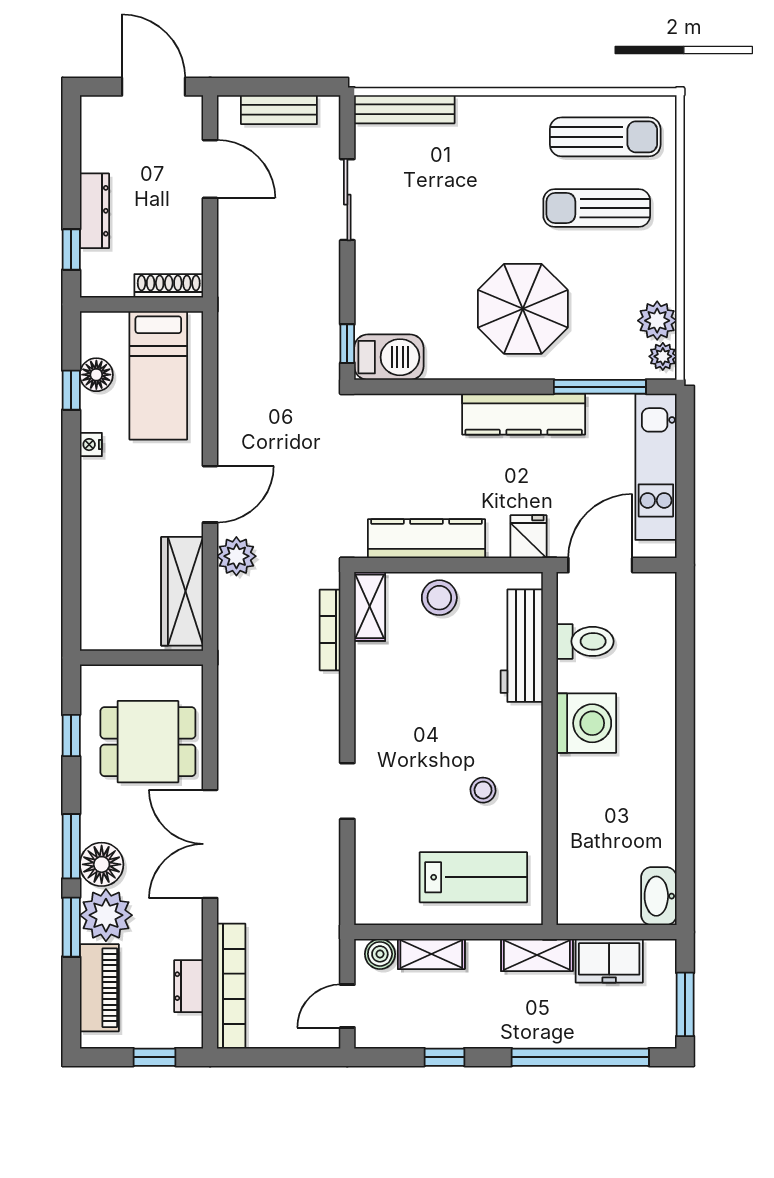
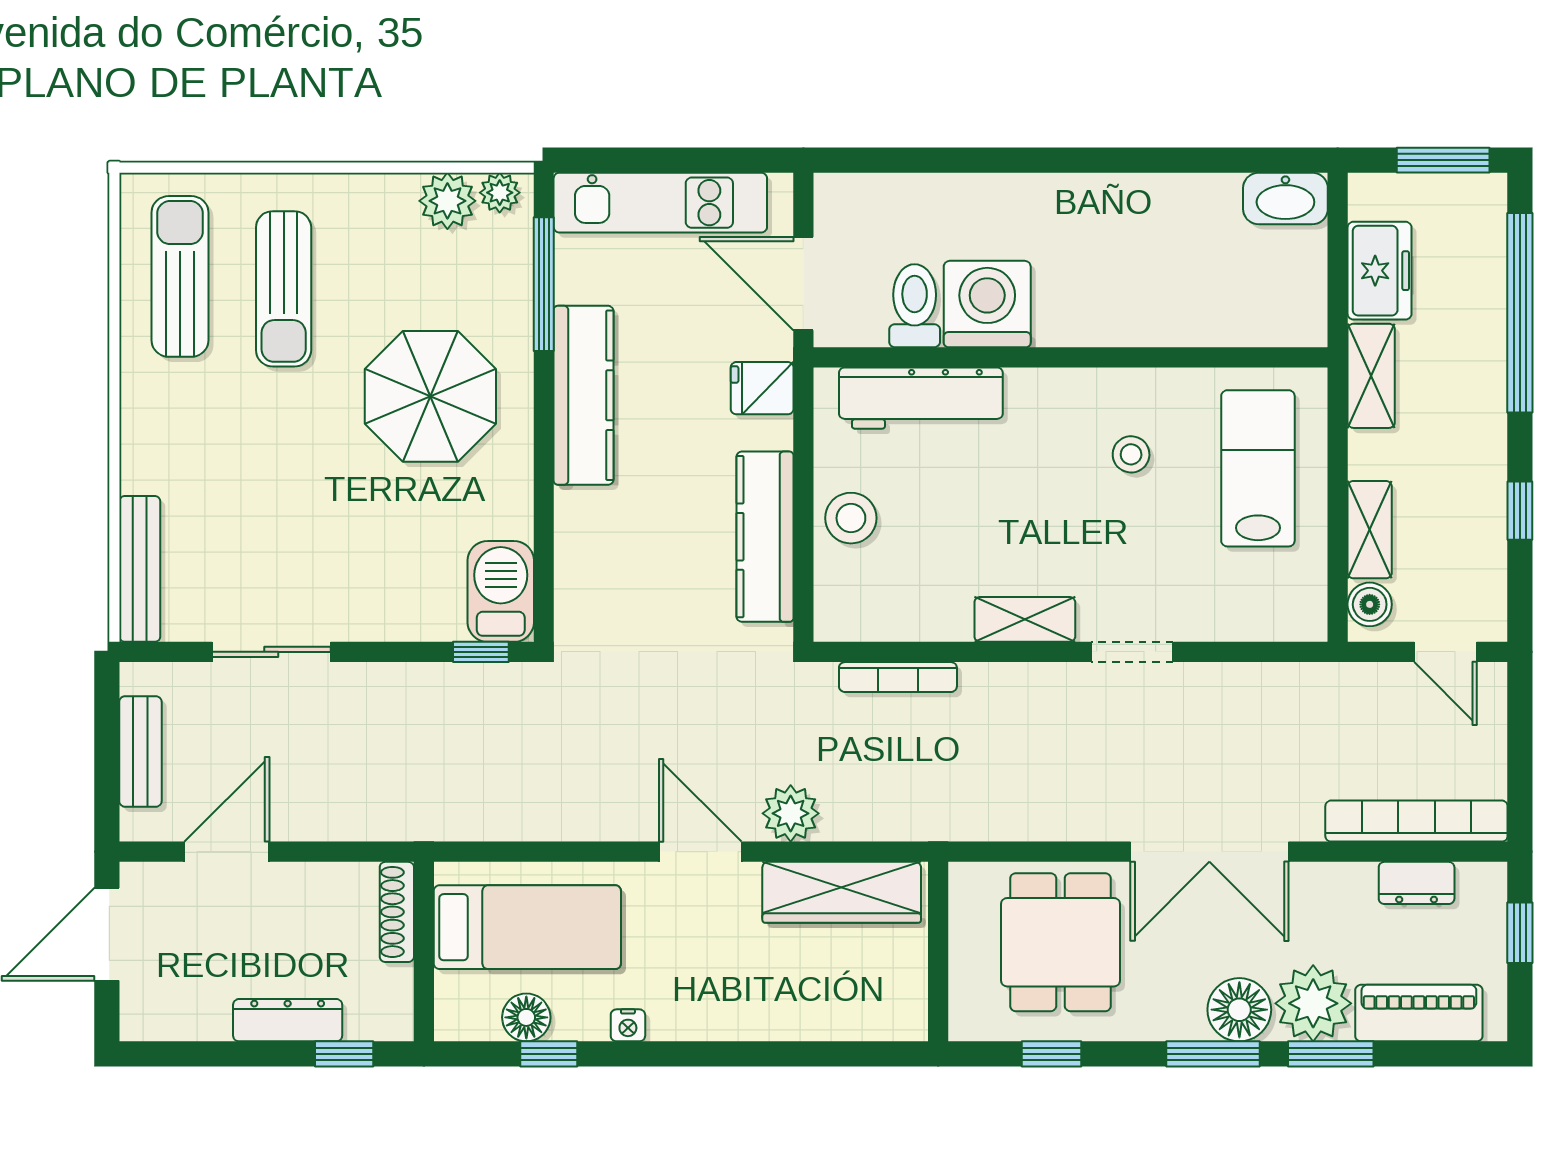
shelving: (370, 606) -> (1025, 619), moved
washing machine: (586, 723) -> (987, 304), moved

